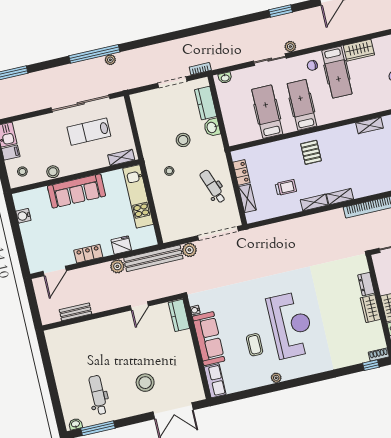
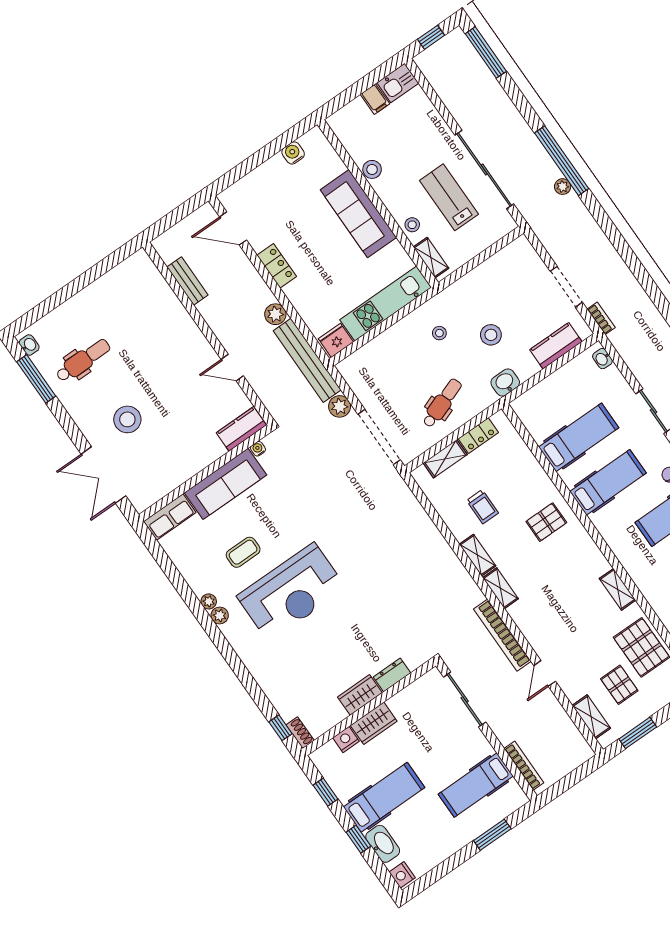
washbasin: (212, 127) -> (505, 382), moved
stool: (22, 171) -> (412, 225), moved
fridge: (121, 245) -> (336, 340), moved, turned -90
plant: (287, 375) -> (220, 615), added

